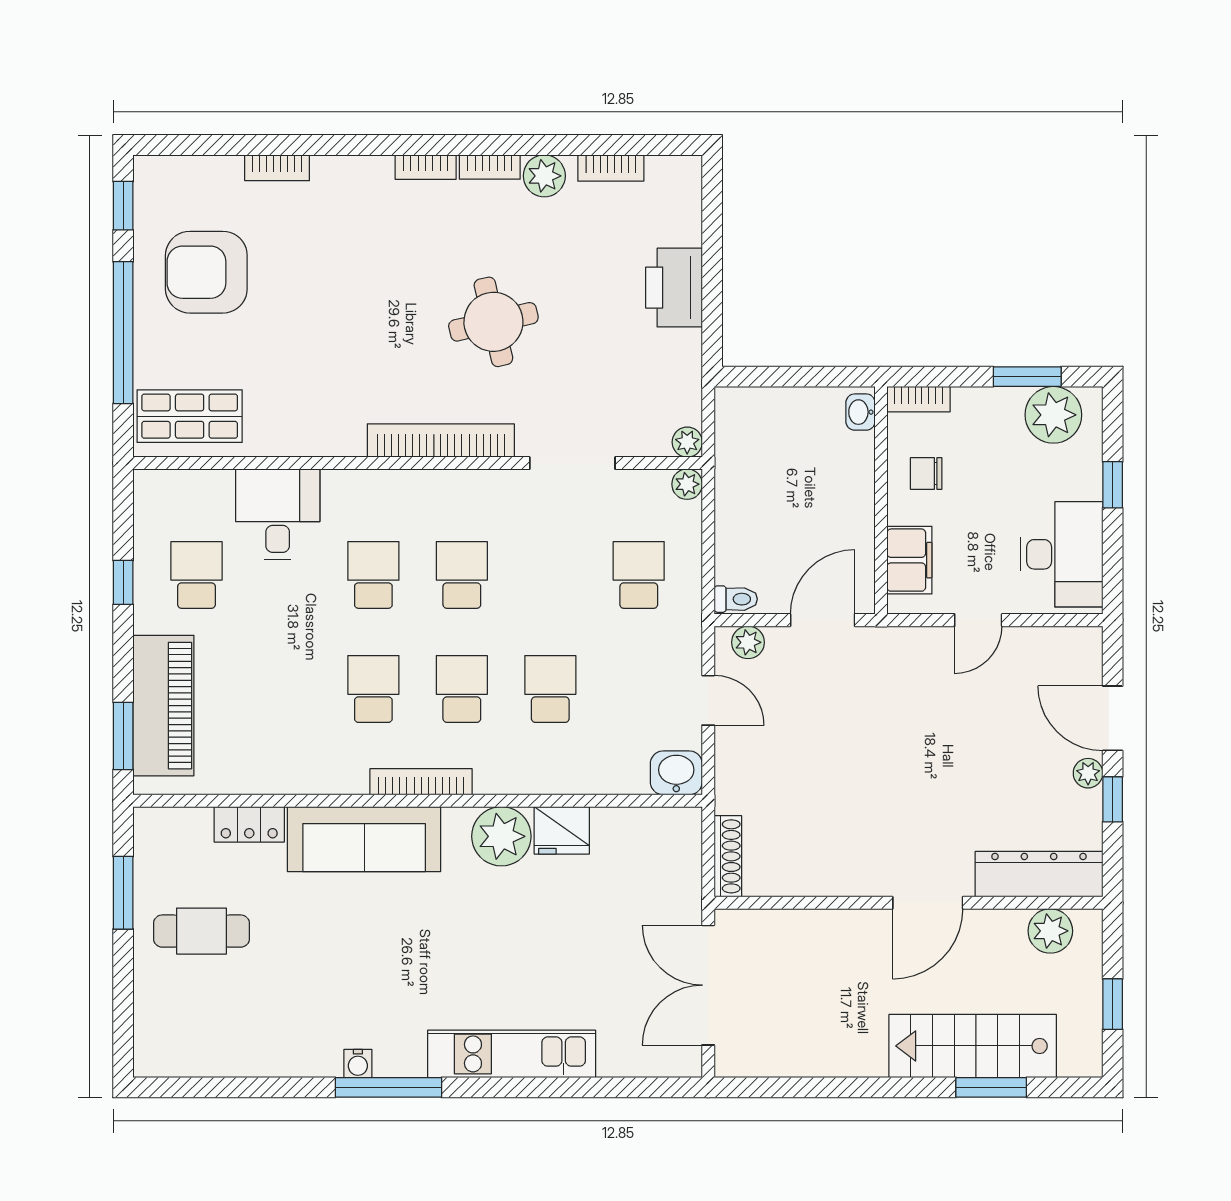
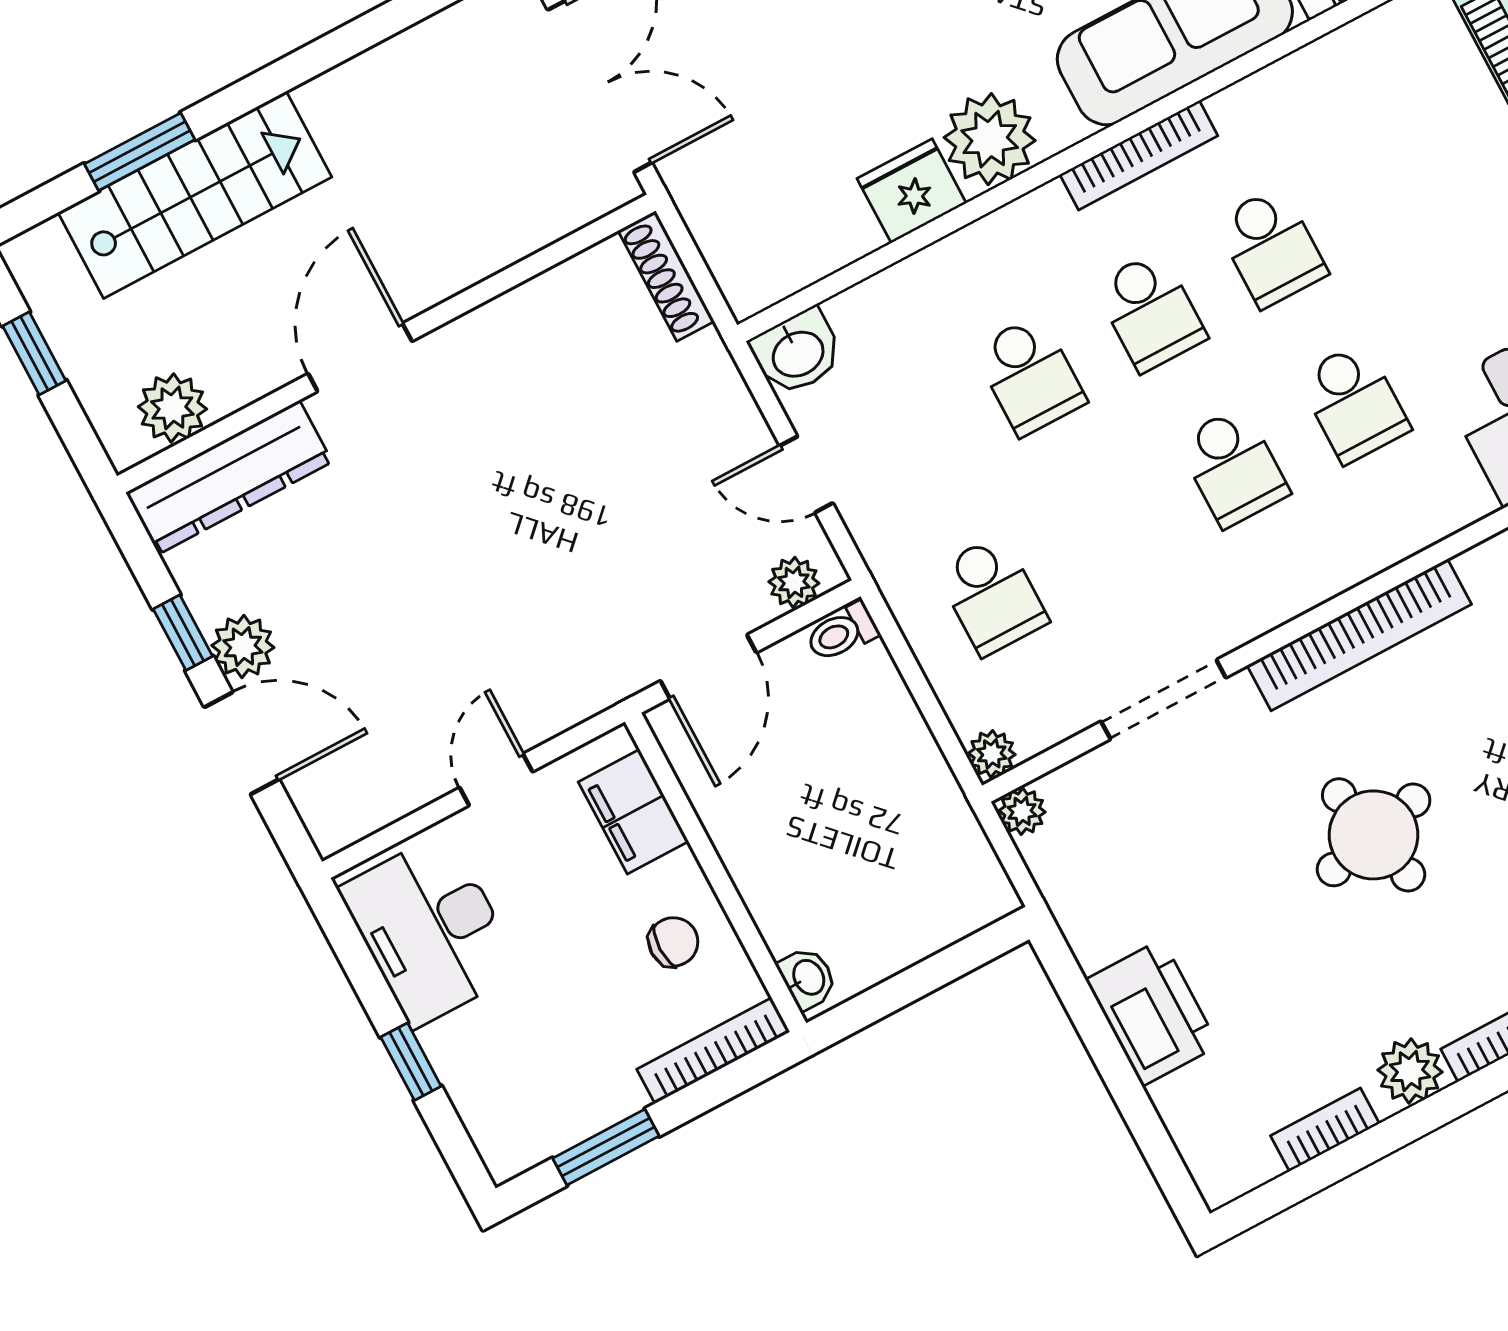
bookcase: (919, 399) -> (713, 1051), width x1.56
plant: (1053, 415) -> (542, 1114), removed
plant: (1088, 773) -> (243, 646), width x1.38, depth x1.38

